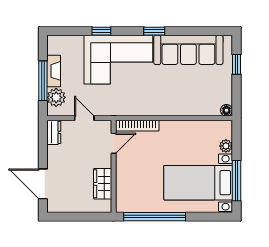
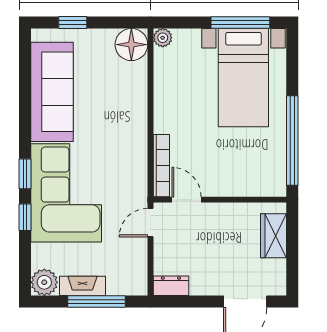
window: (154, 31) -> (25, 174), moved
plant: (56, 97) -> (44, 282), moved
floor lamp: (226, 110) -> (131, 45), width x1.89, depth x1.89
door: (84, 118) -> (150, 223), moved
plant: (226, 146) -> (163, 38), moved
wardrobe: (103, 184) -> (274, 236), moved, turned 90

